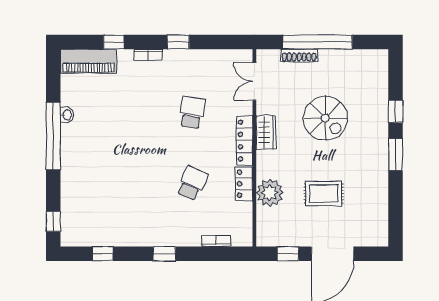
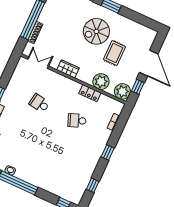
double door: (254, 81) -> (38, 63), swing flipped
spiral stairs: (325, 118) -> (96, 31), moved, turned 180
locker: (244, 141) -> (67, 82), removed
school desk: (192, 183) -> (77, 121), turned -45
plant: (270, 233) -> (122, 91), added

